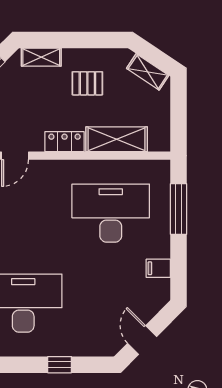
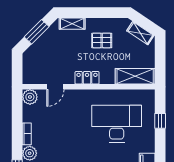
shelving: (117, 139) -> (135, 76), moved
window: (179, 209) -> (160, 121), width x0.46

